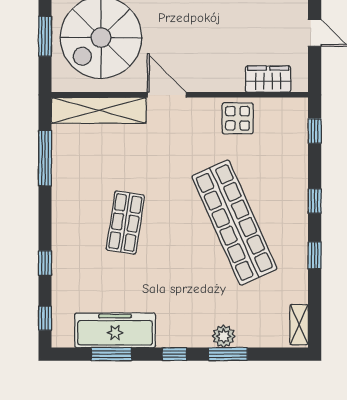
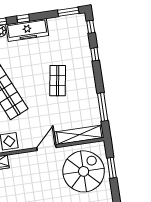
door: (167, 95) -> (46, 148), swing flipped
freezer: (115, 330) -> (27, 30), moved
window: (111, 354) -> (68, 12), moved

